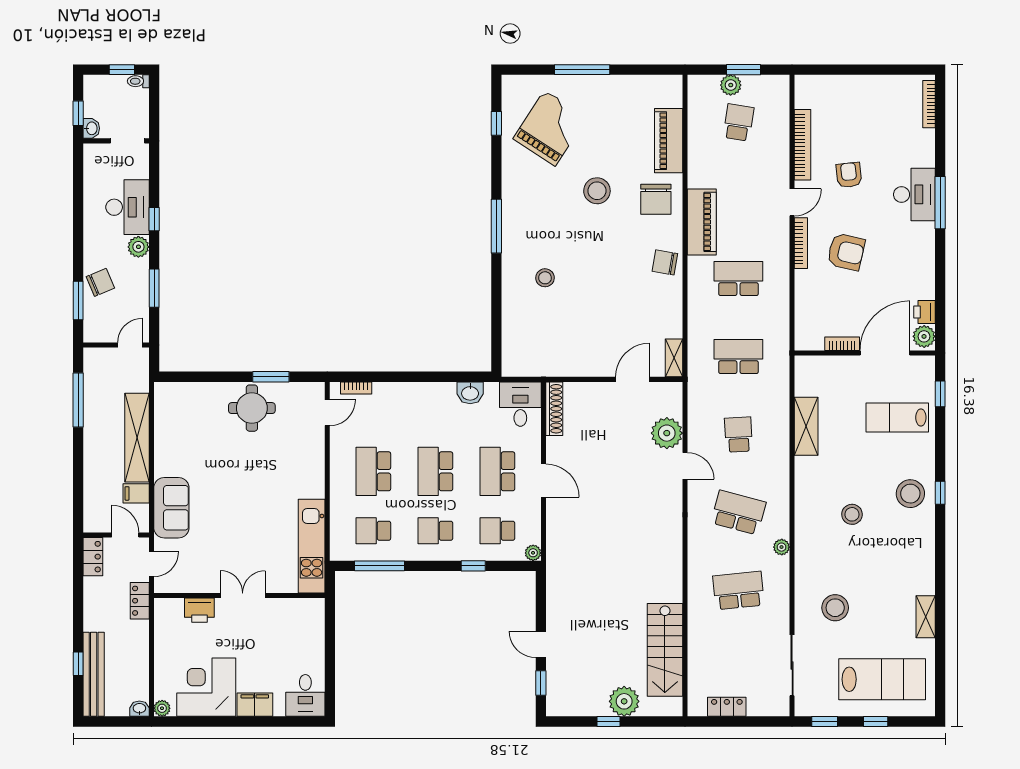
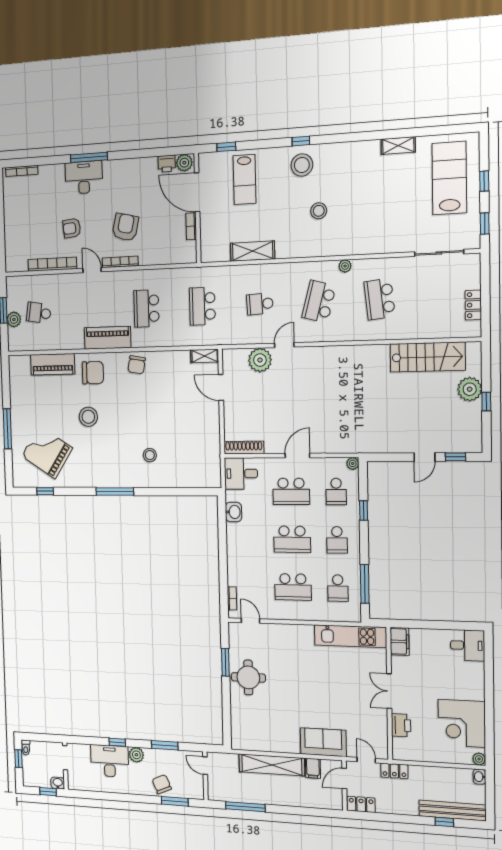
stool: (835, 608) -> (392, 220), removed
filing cabinet: (255, 705) -> (400, 641), moved, turned 180

